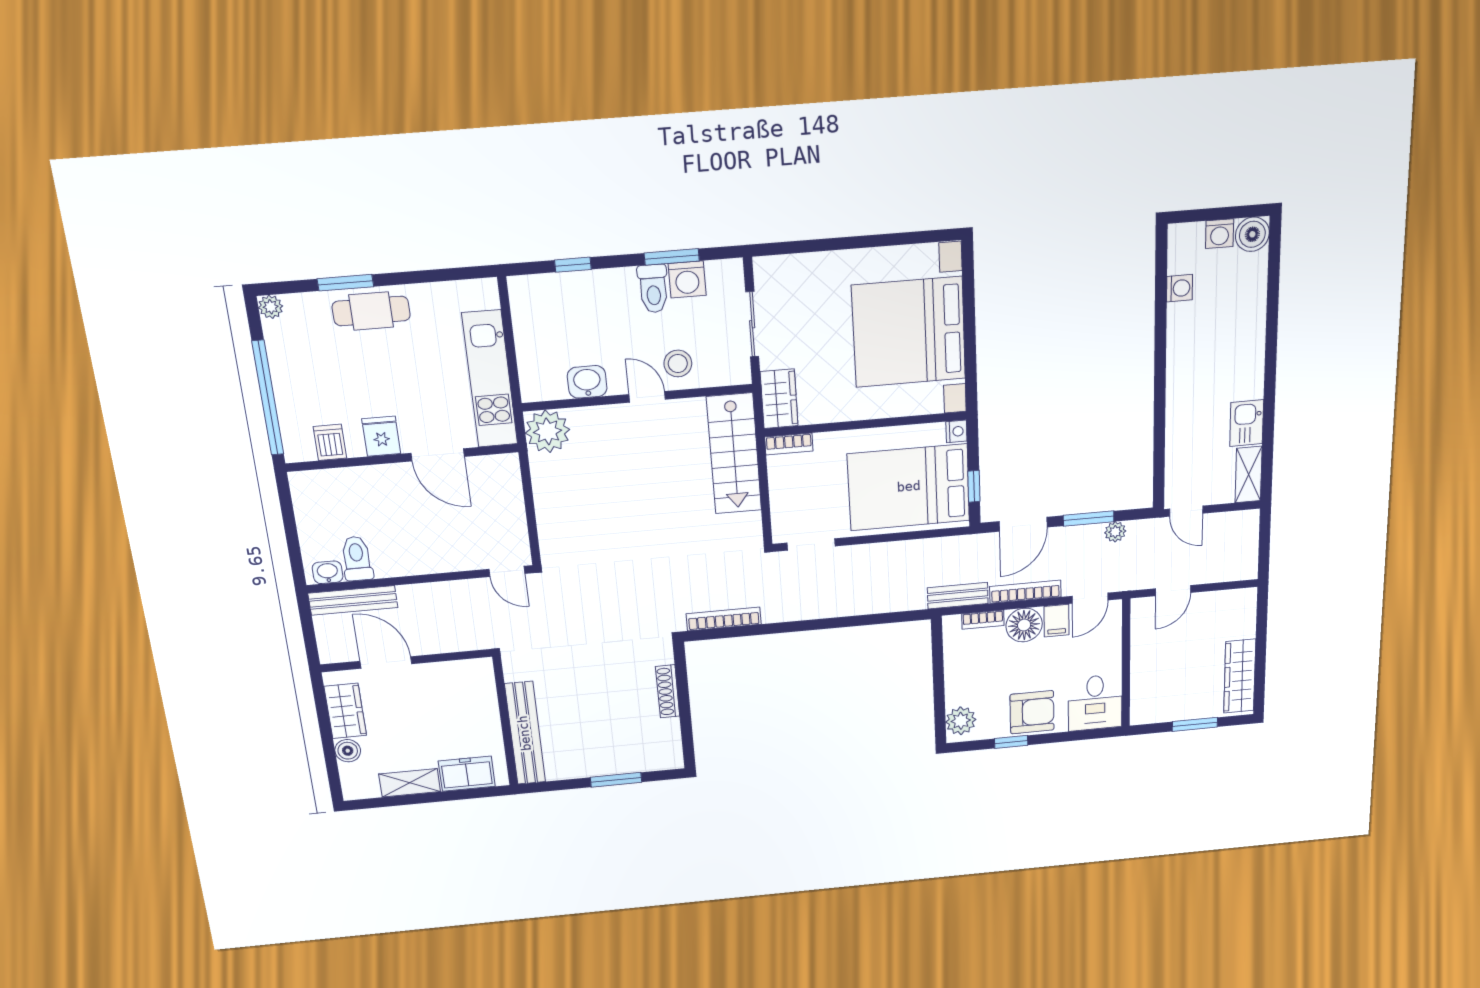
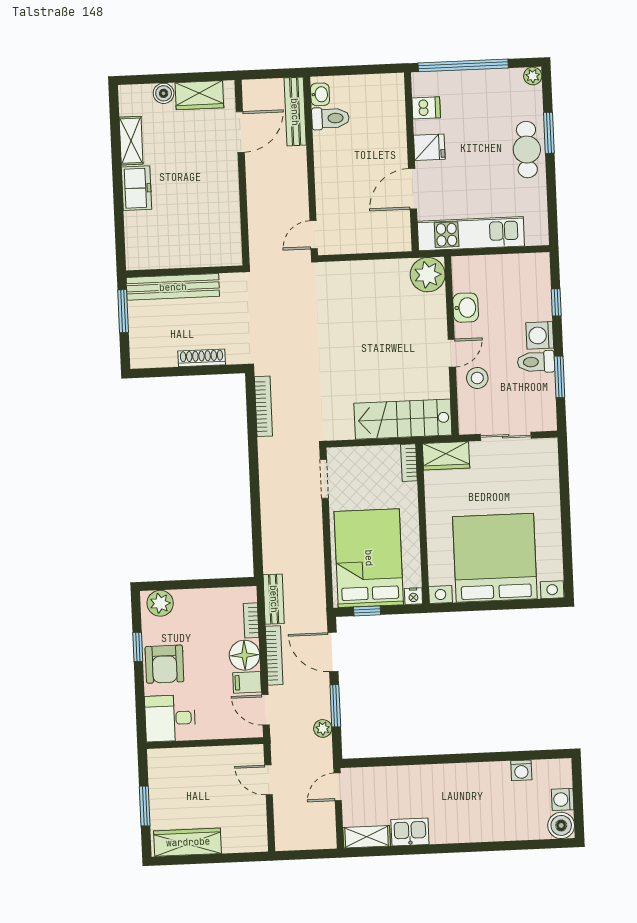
washing machine: (687, 279) -> (540, 335), moved
wall: (505, 721) -> (184, 271), moved
bench: (525, 733) -> (173, 287), moved

